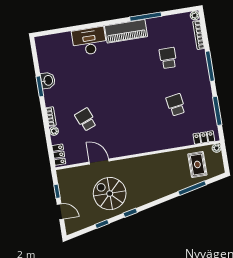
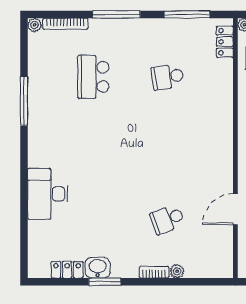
piano: (126, 31) -> (41, 135), removed
school desk: (168, 58) -> (93, 77), width x1.85
locker: (59, 155) -> (67, 270), moved

